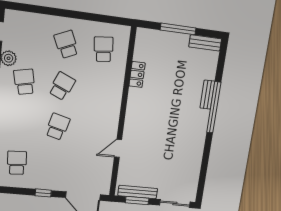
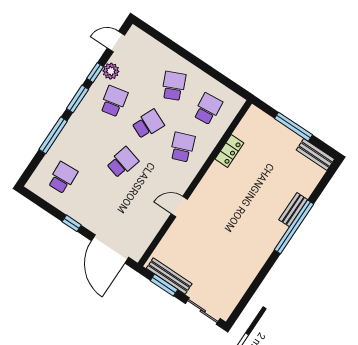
school desk: (99, 90) -> (182, 147), added
door: (118, 148) -> (179, 207), moved

